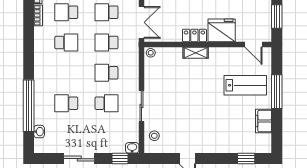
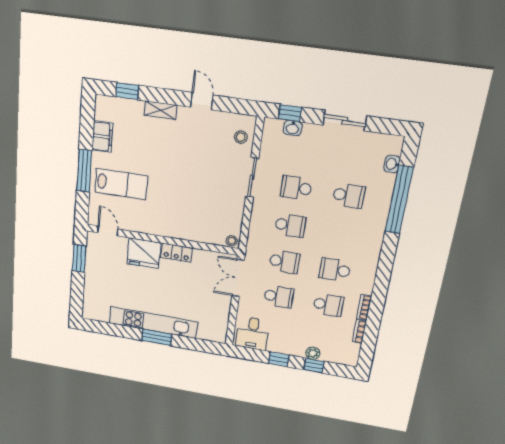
shelving: (196, 53) -> (161, 110), moved
lab bench: (245, 85) -> (121, 184), turned 180
washbasin: (132, 148) -> (293, 128), moved

